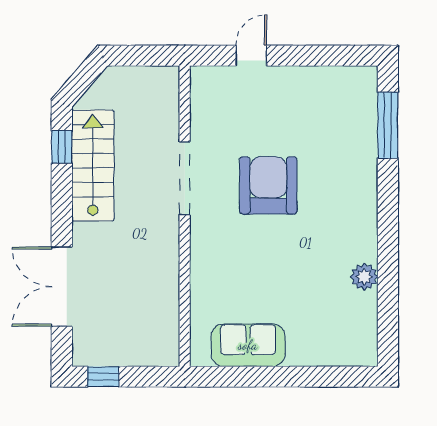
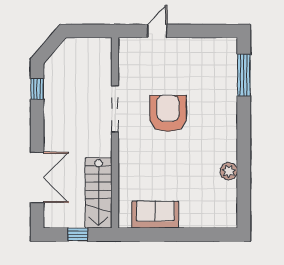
stairs: (93, 166) -> (99, 193), moved, turned 180
double door: (62, 287) -> (37, 177), swing flipped
window: (103, 377) -> (78, 234), moved

